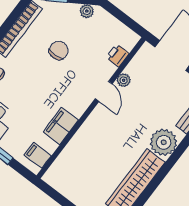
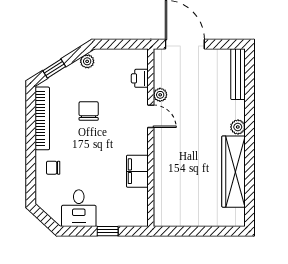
plant: (164, 142) -> (238, 127), width x0.53, depth x0.53
filing cabinet: (38, 155) -> (137, 209), removed

